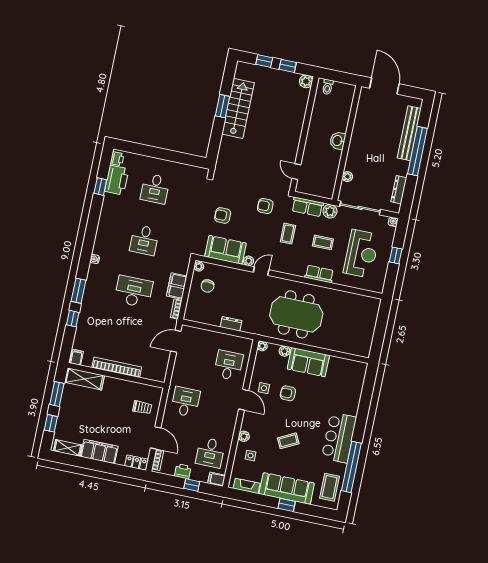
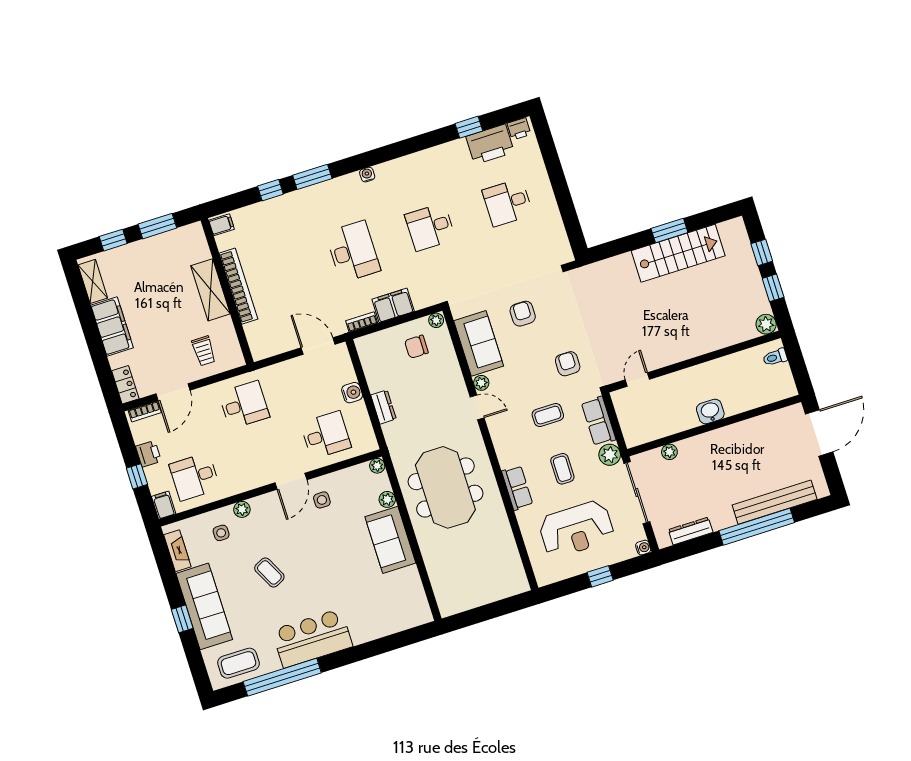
water cooler: (213, 337) -> (352, 393), added
shelving: (84, 379) -> (210, 290), moved
armchair: (288, 393) -> (333, 536), removed

